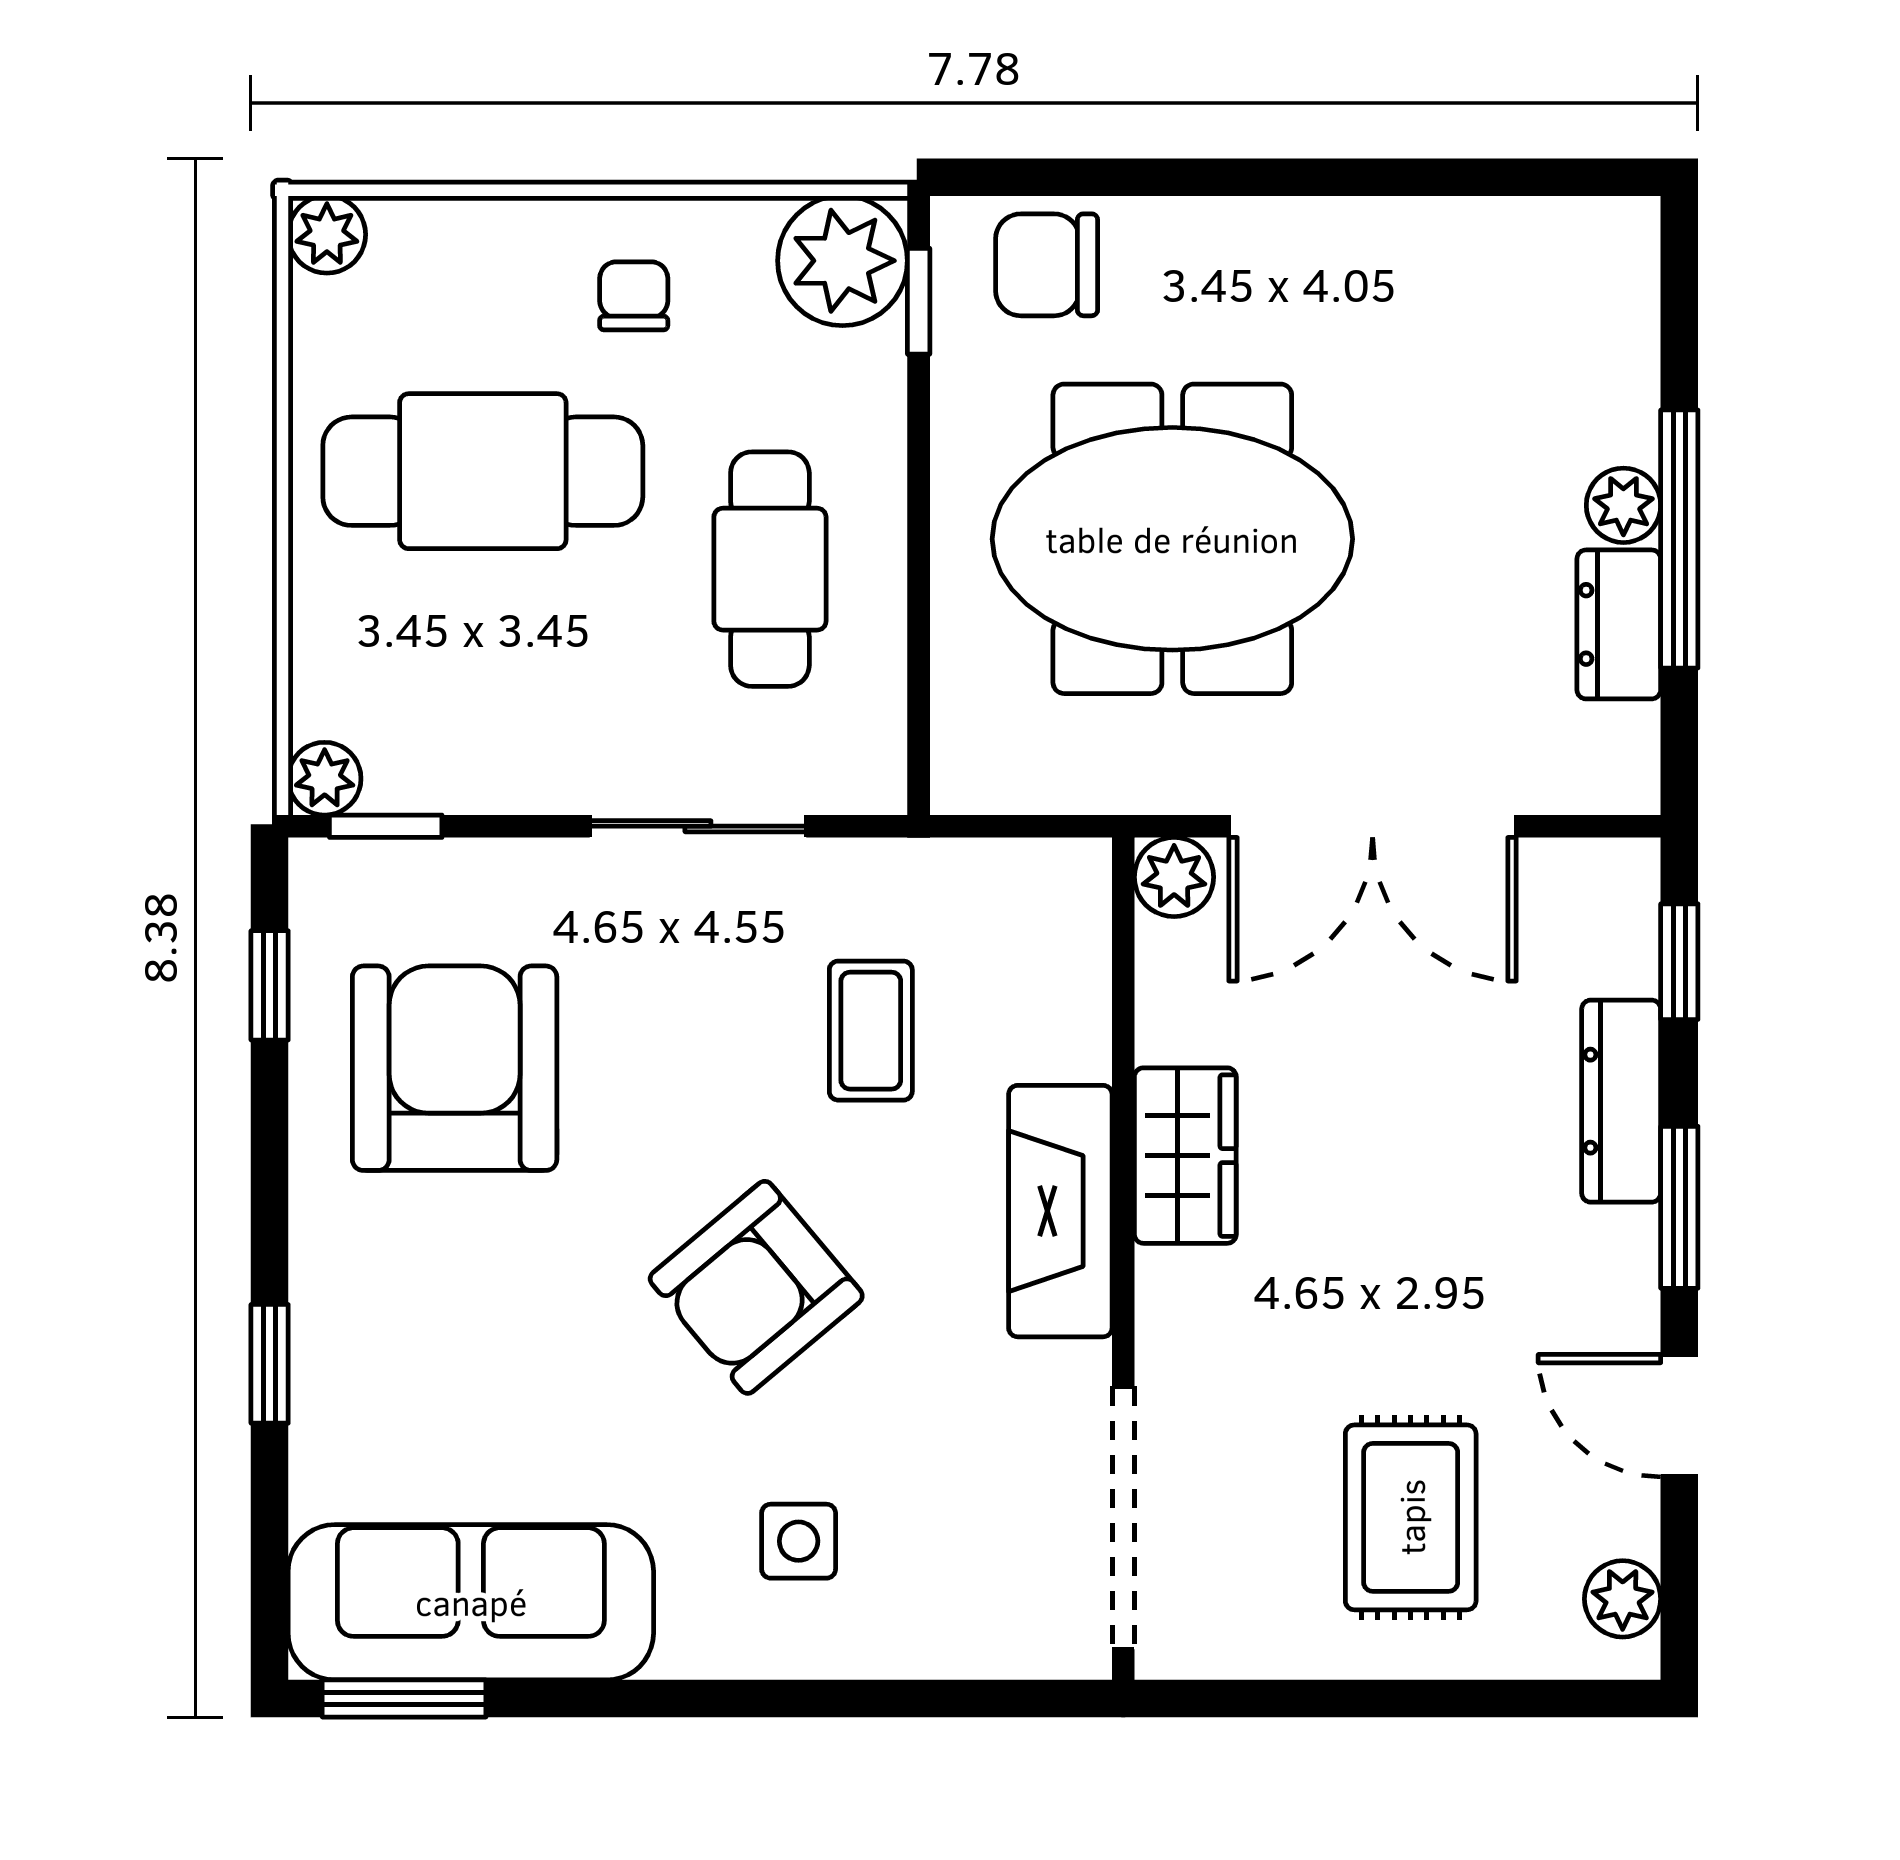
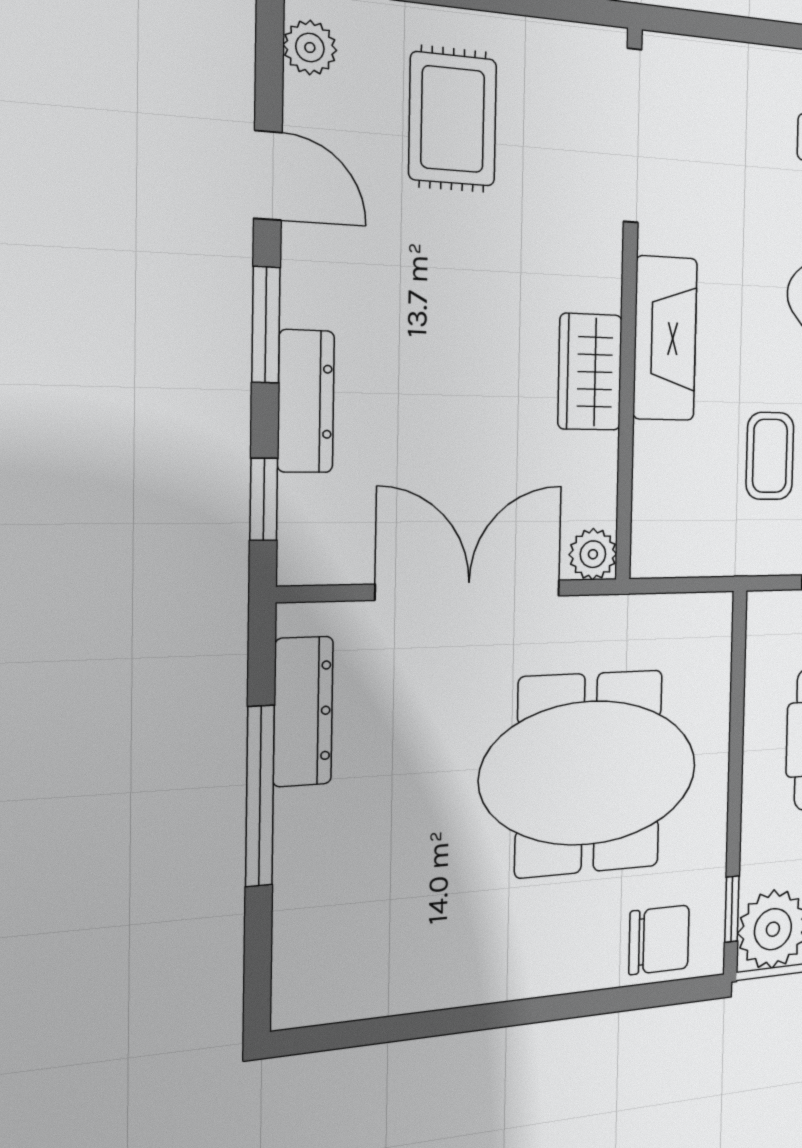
plant: (1623, 505) -> (299, 816), removed
dresser: (1619, 624) -> (303, 711), width x1.44

